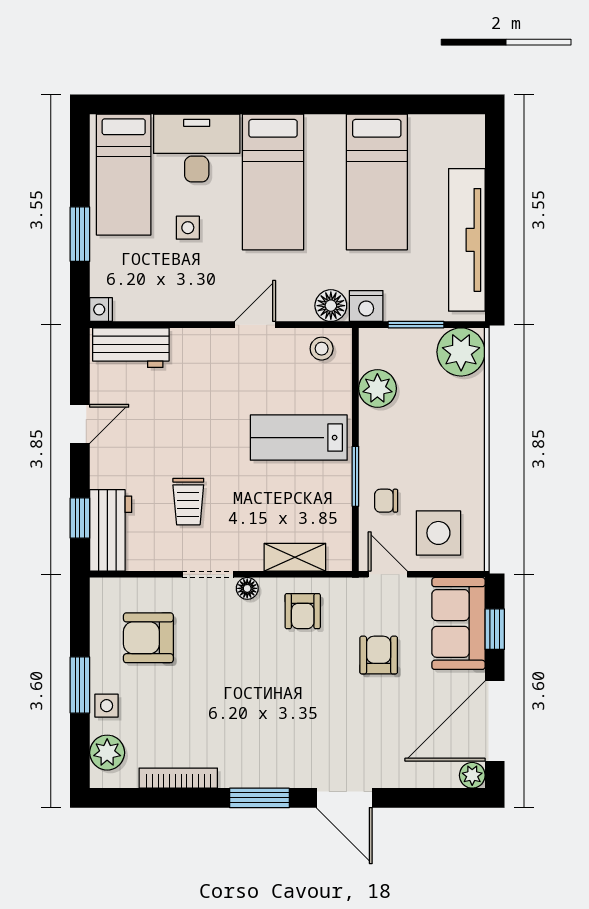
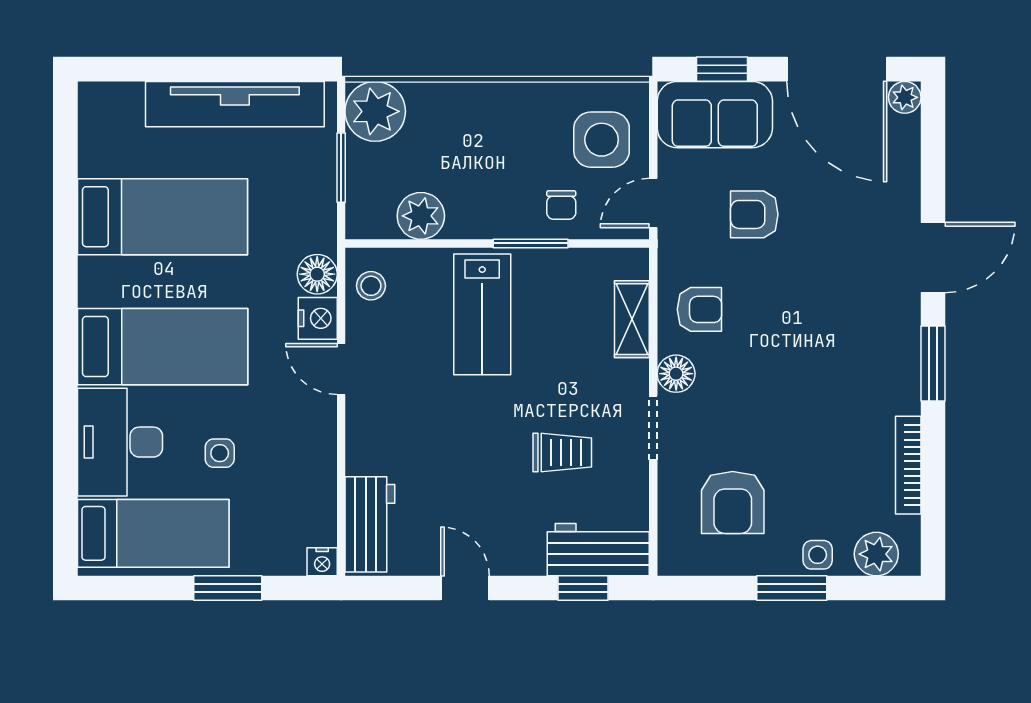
nightstand: (366, 306) -> (318, 318), moved
floor lamp: (247, 588) -> (676, 374), width x1.37, depth x1.37

